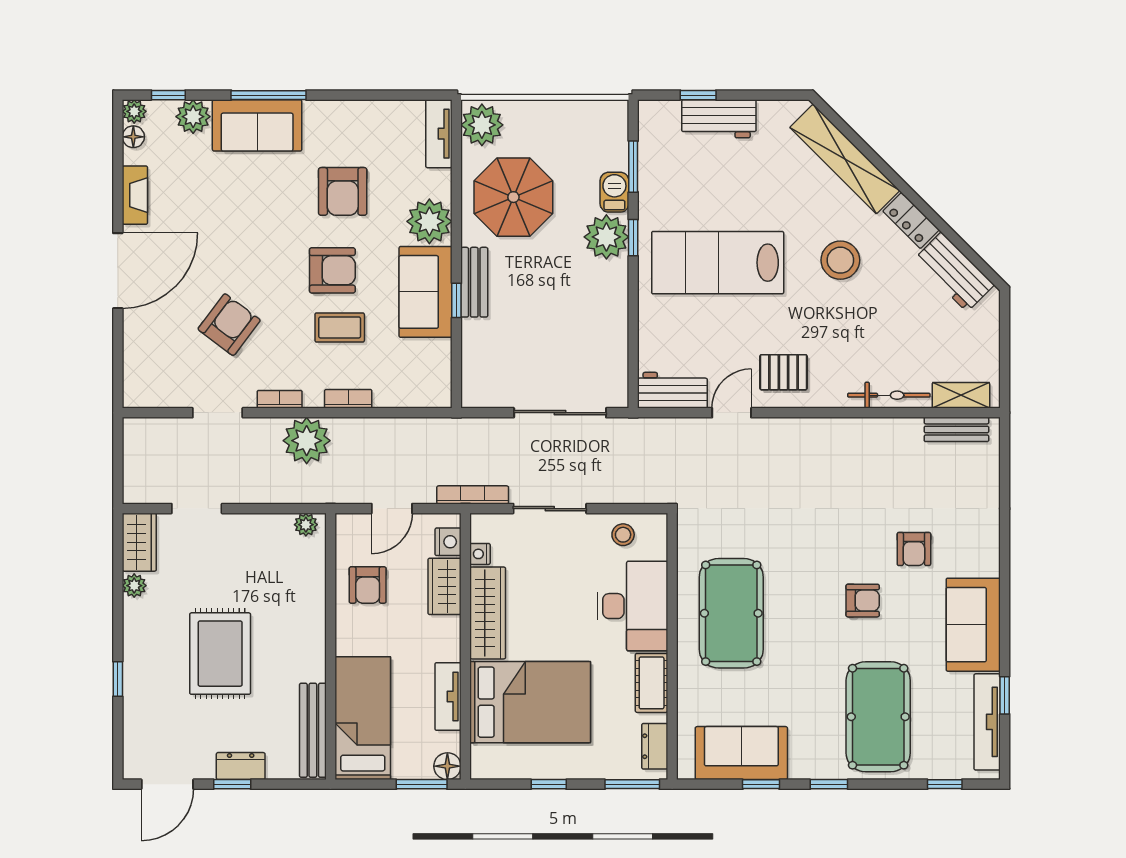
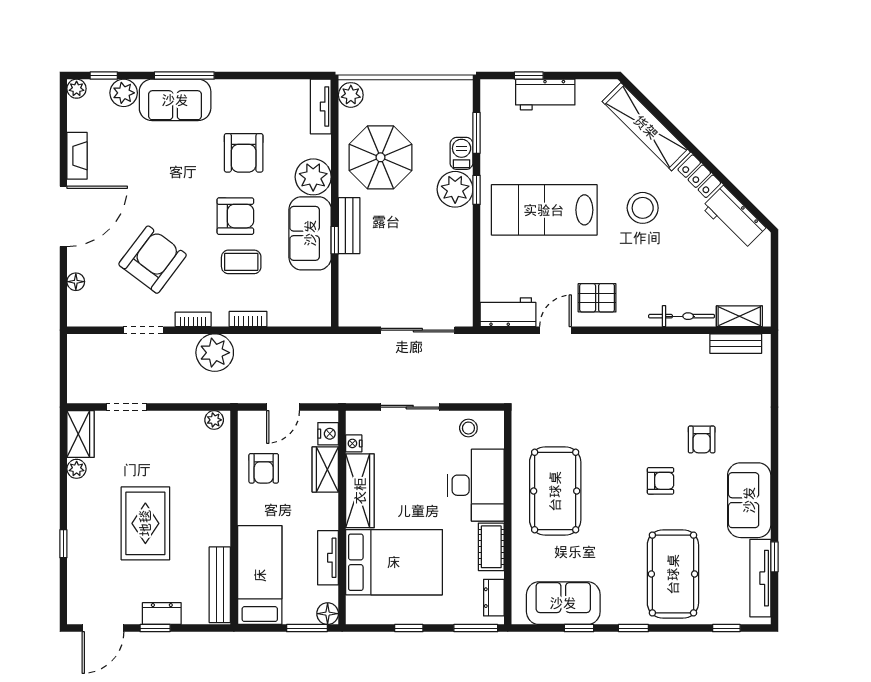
plant: (482, 125) -> (351, 95), width x0.73, depth x0.73
floor lamp: (133, 137) -> (76, 282), moved
armchair: (229, 325) -> (153, 260), width x1.36, depth x1.36
bookcase: (473, 495) -> (348, 396), removed

